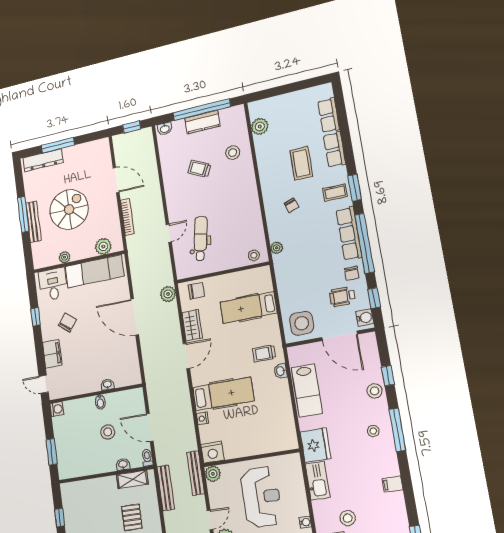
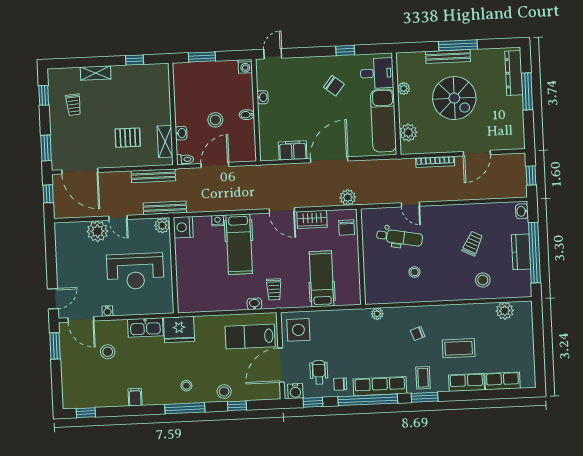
stool: (254, 255) -> (414, 272), moved
trolley: (264, 353) -> (274, 289), turned 180
filing cabinet: (52, 354) -> (293, 150), moved, turned 180
washbasin: (107, 384) -> (262, 97), moved
lab bench: (307, 390) -> (250, 337), moved

